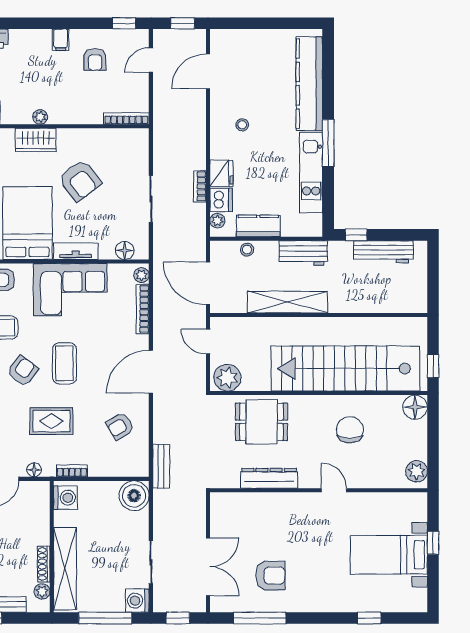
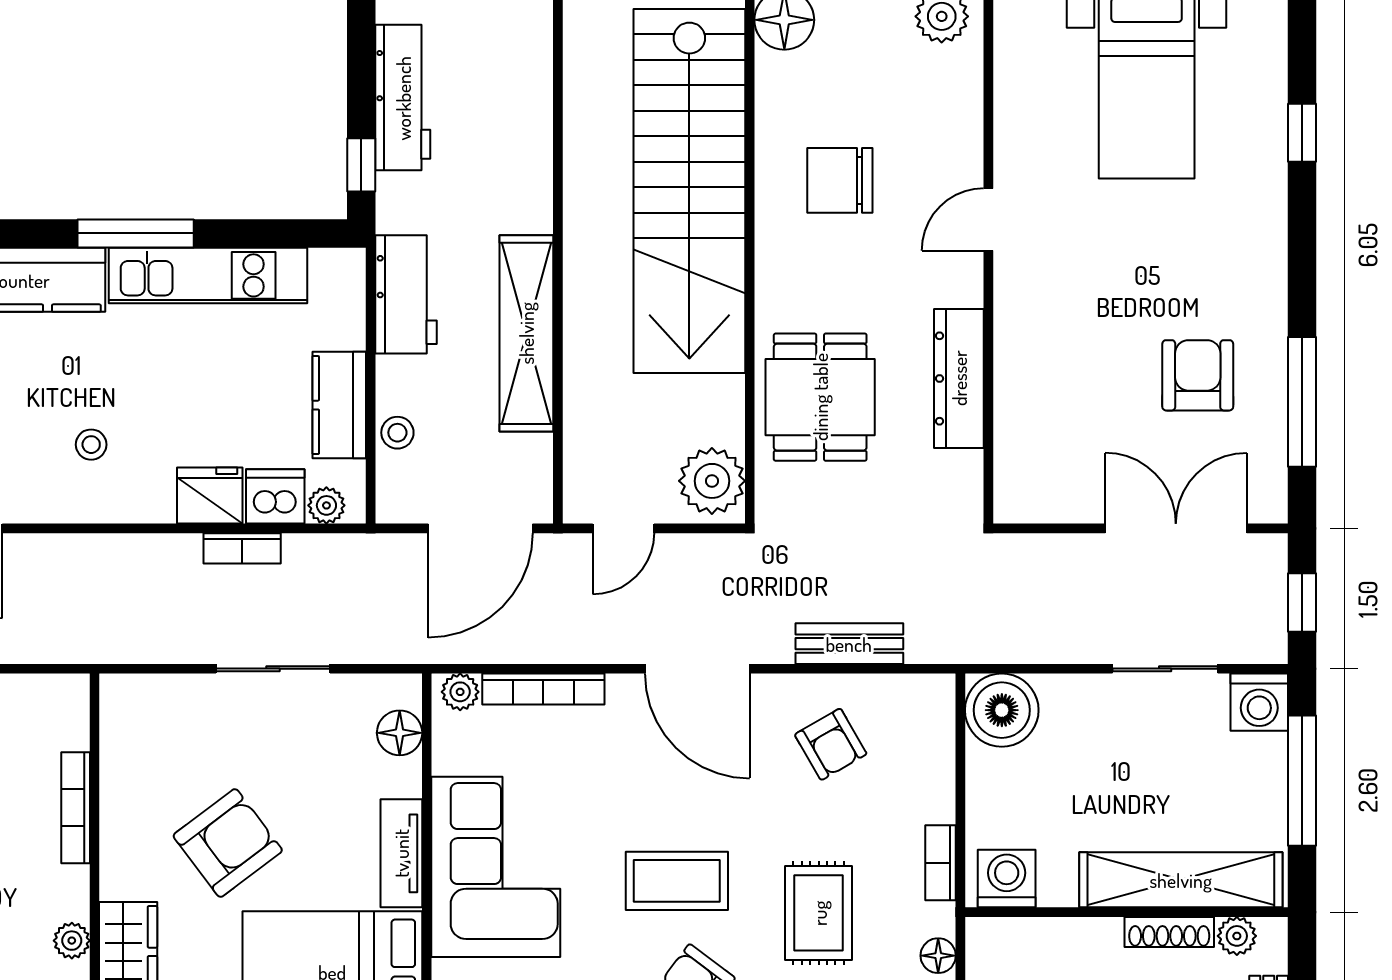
bookcase: (126, 118) -> (76, 808), moved
bench: (161, 466) -> (849, 644), moved

